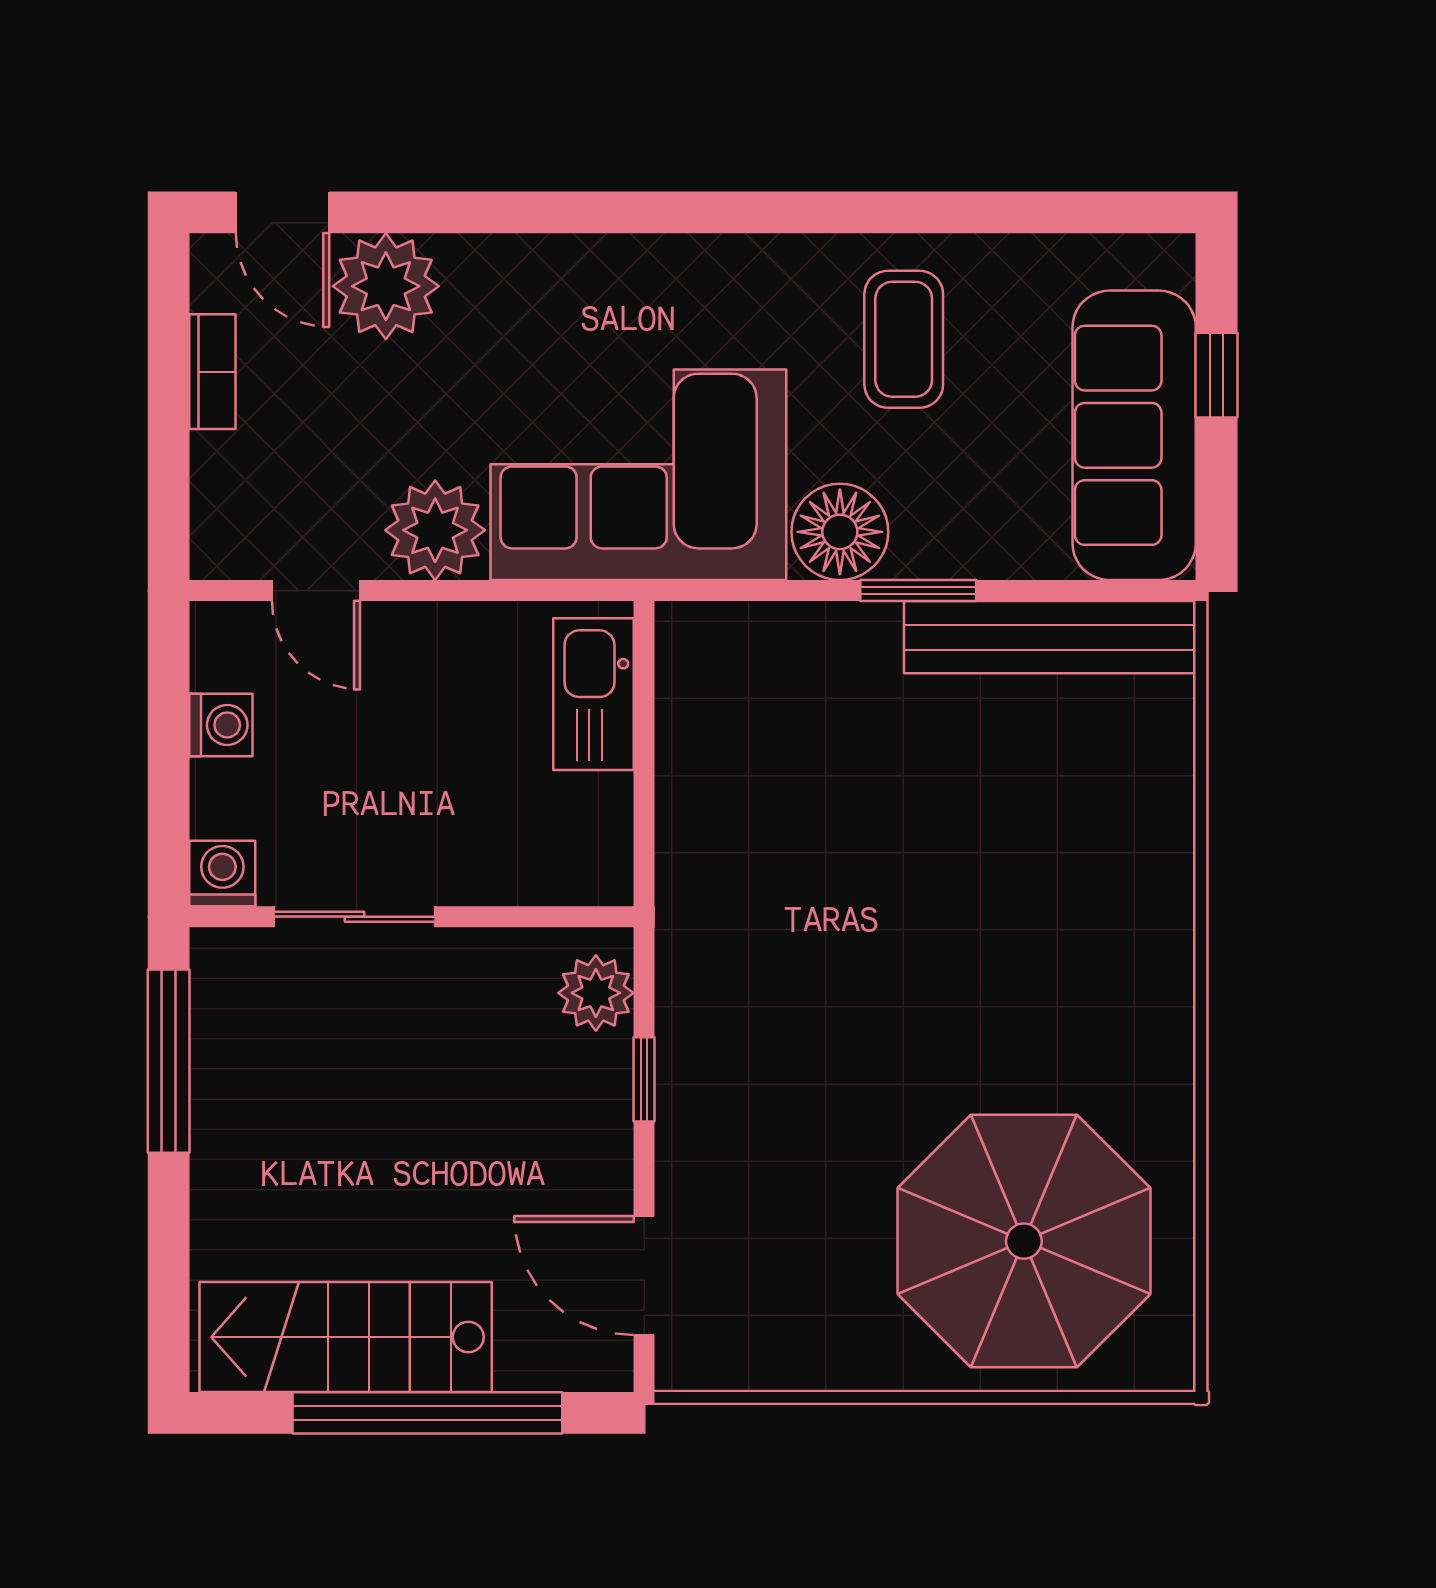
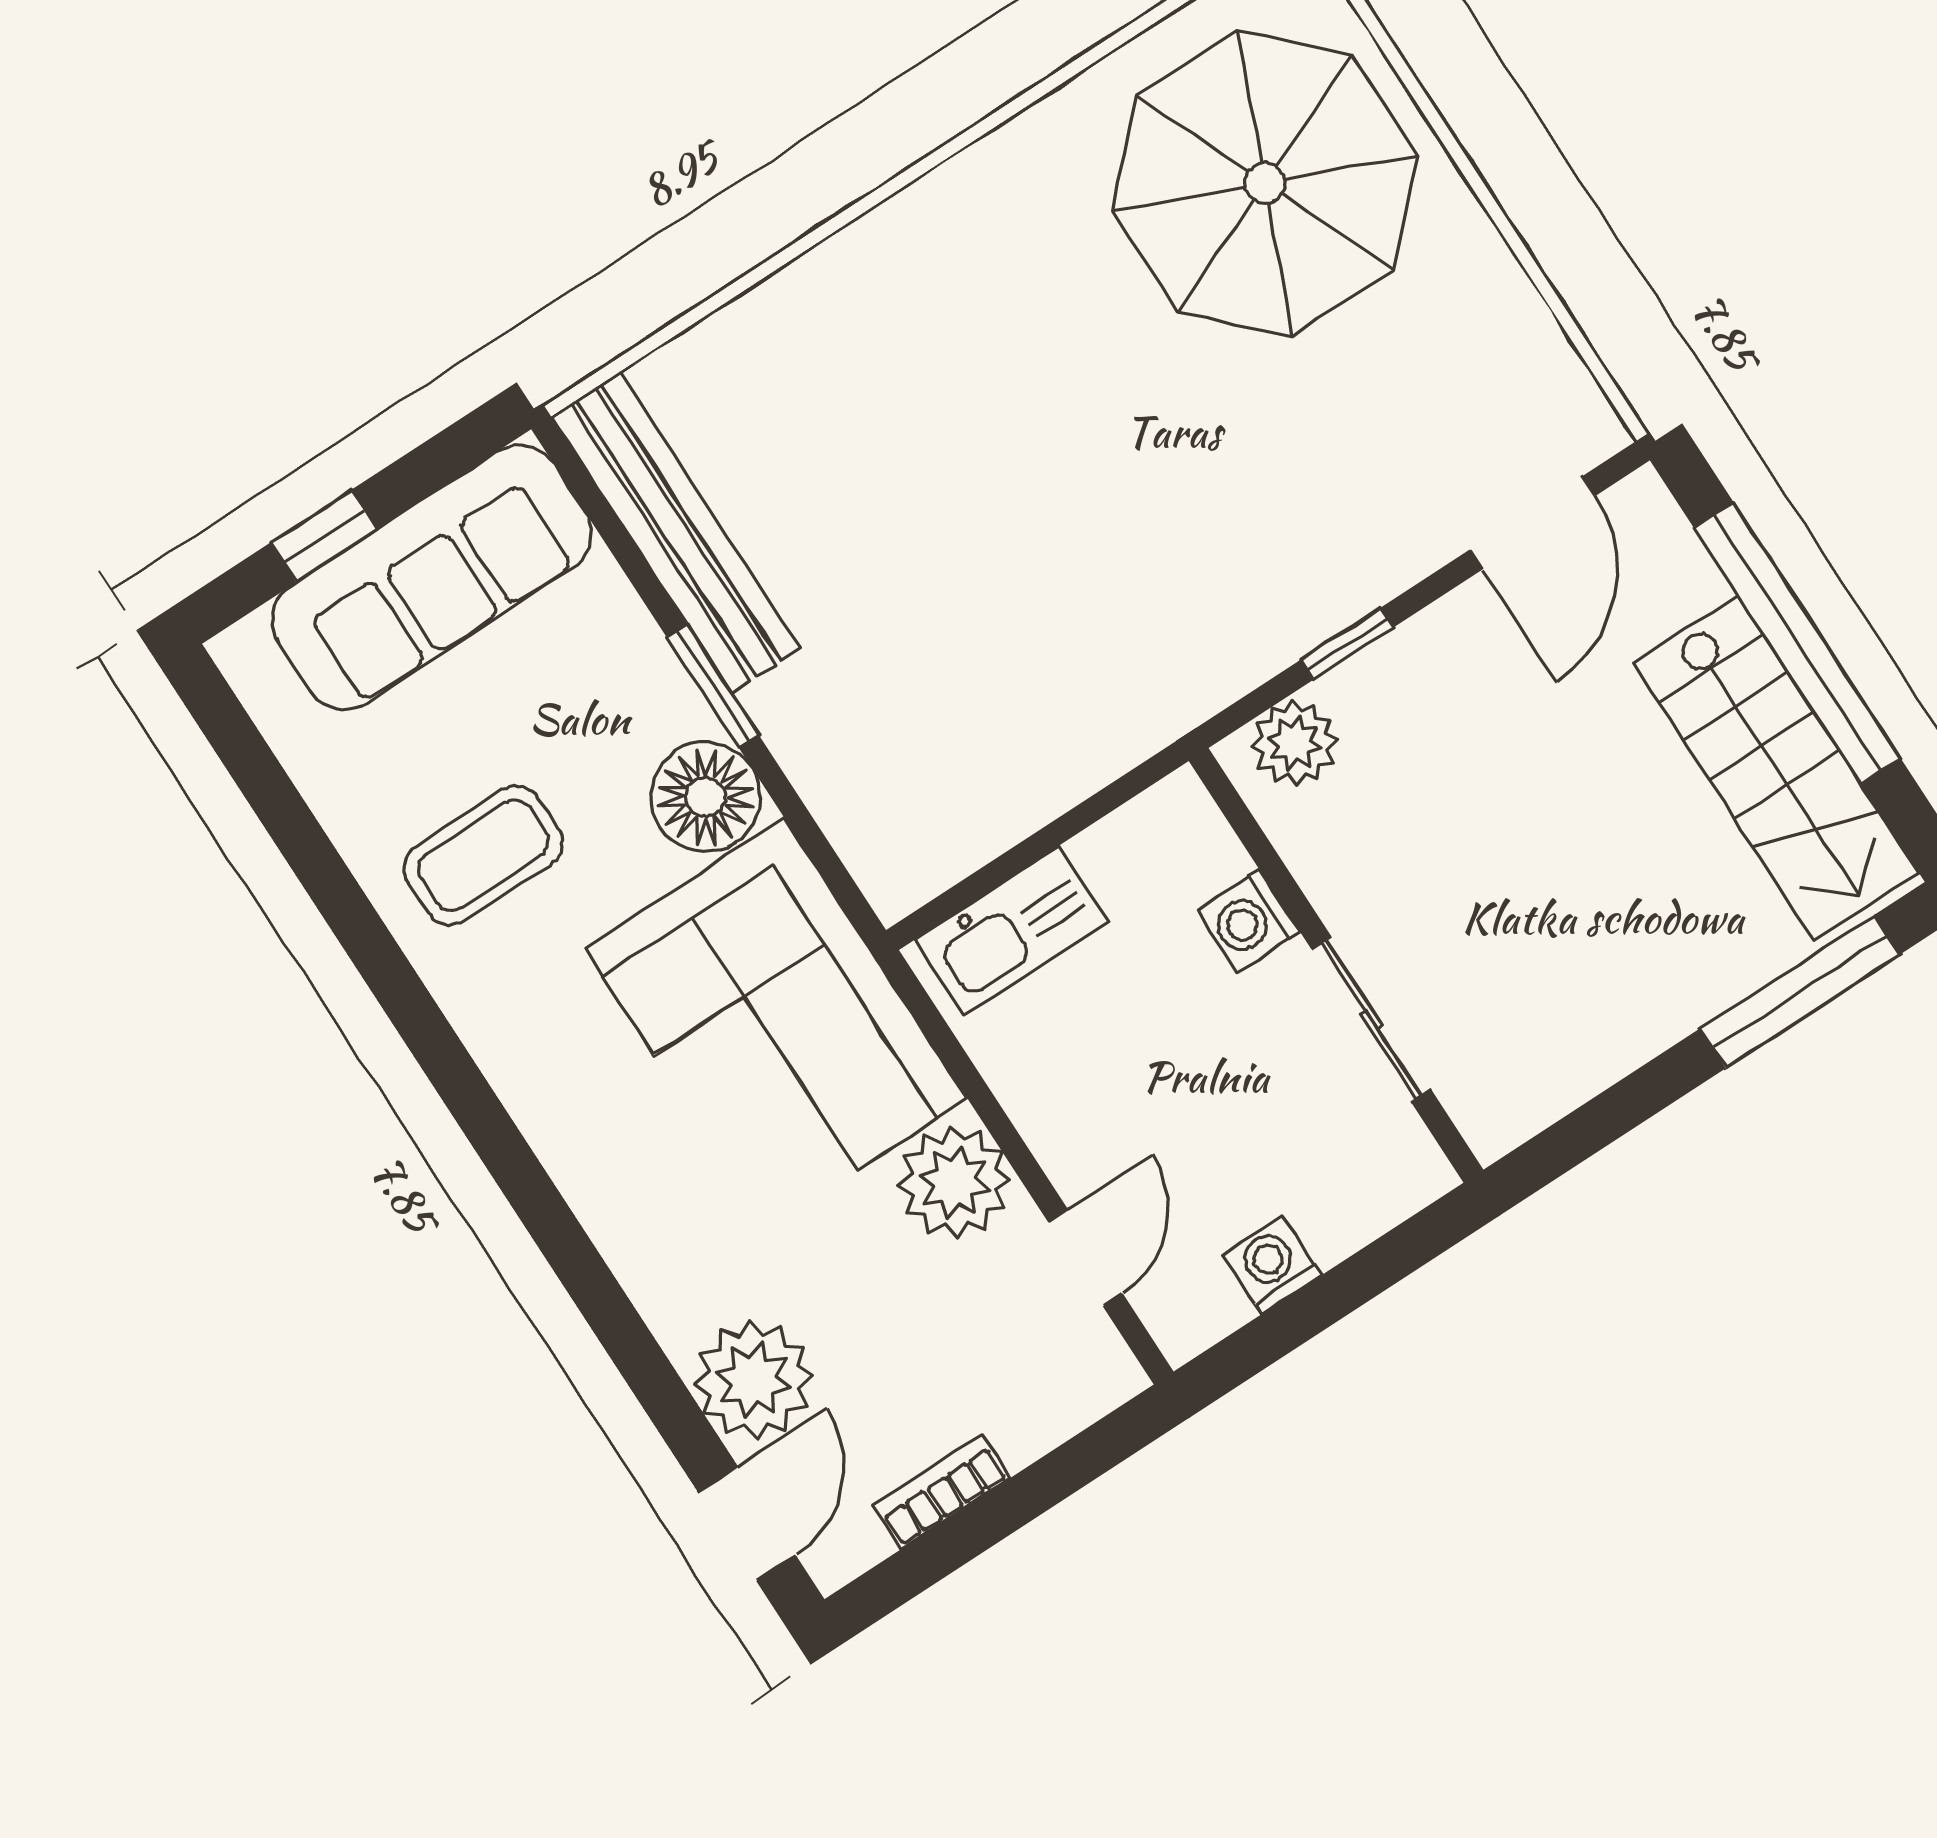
washing machine: (222, 873) -> (1249, 921), moved
window: (169, 1061) -> (1800, 991), moved

